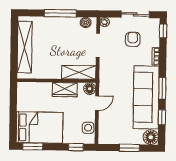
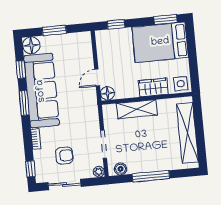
armchair: (133, 39) -> (64, 155), turned -90
shelving: (79, 72) -> (137, 109), moved
wardrobe: (65, 90) -> (153, 87), moved
side table: (88, 128) -> (181, 84), moved

